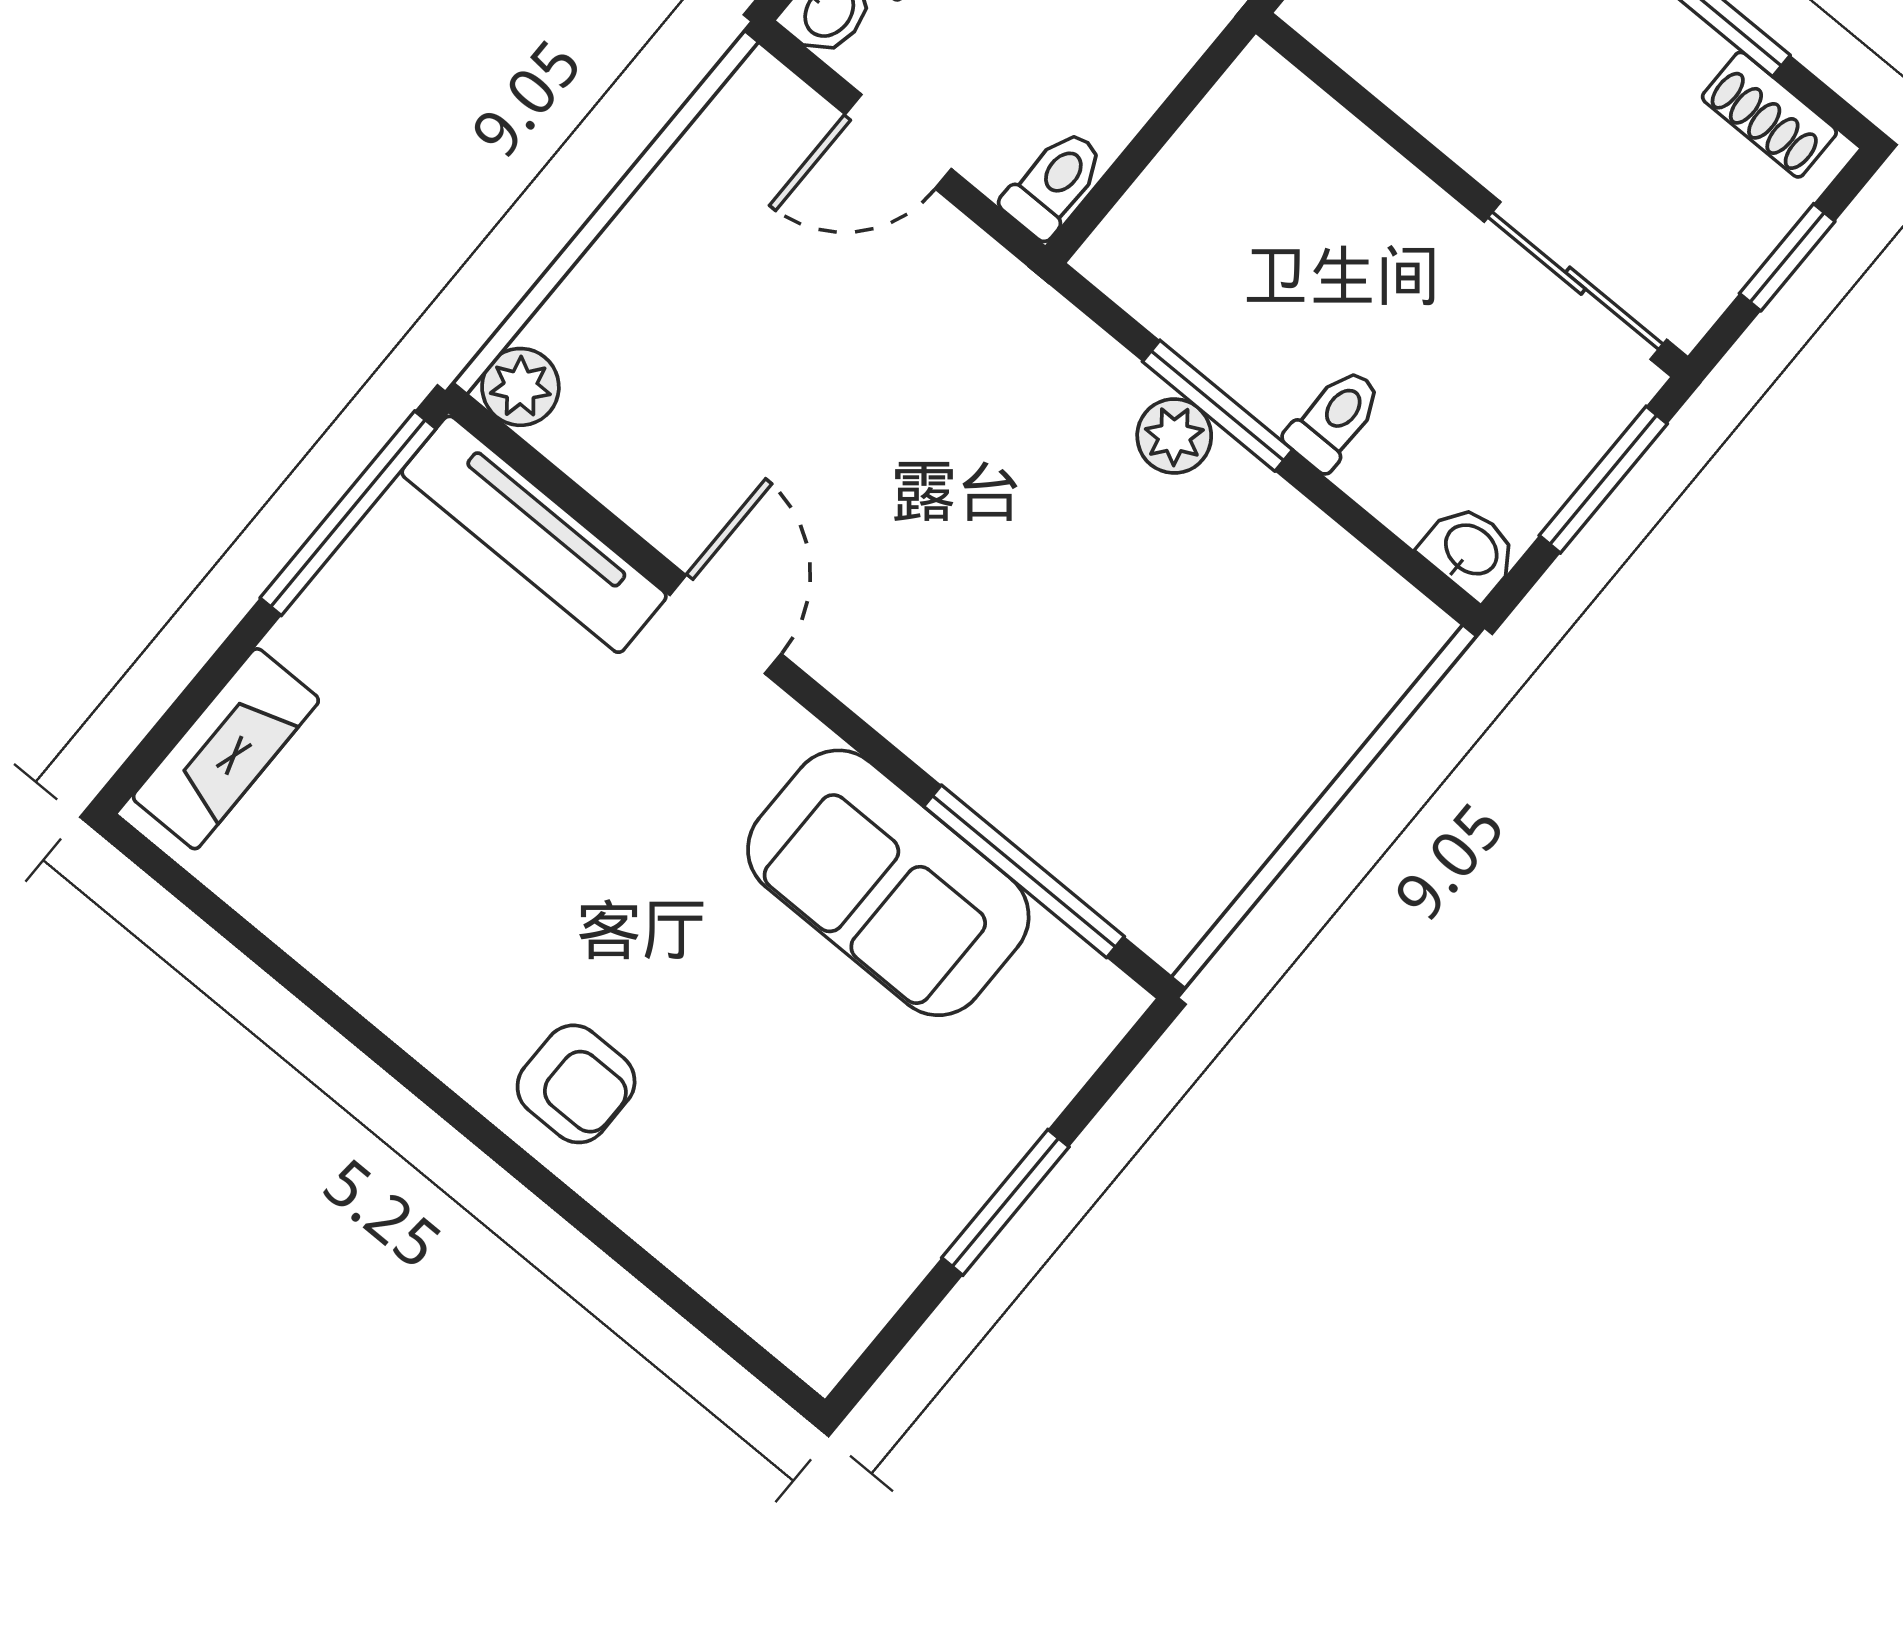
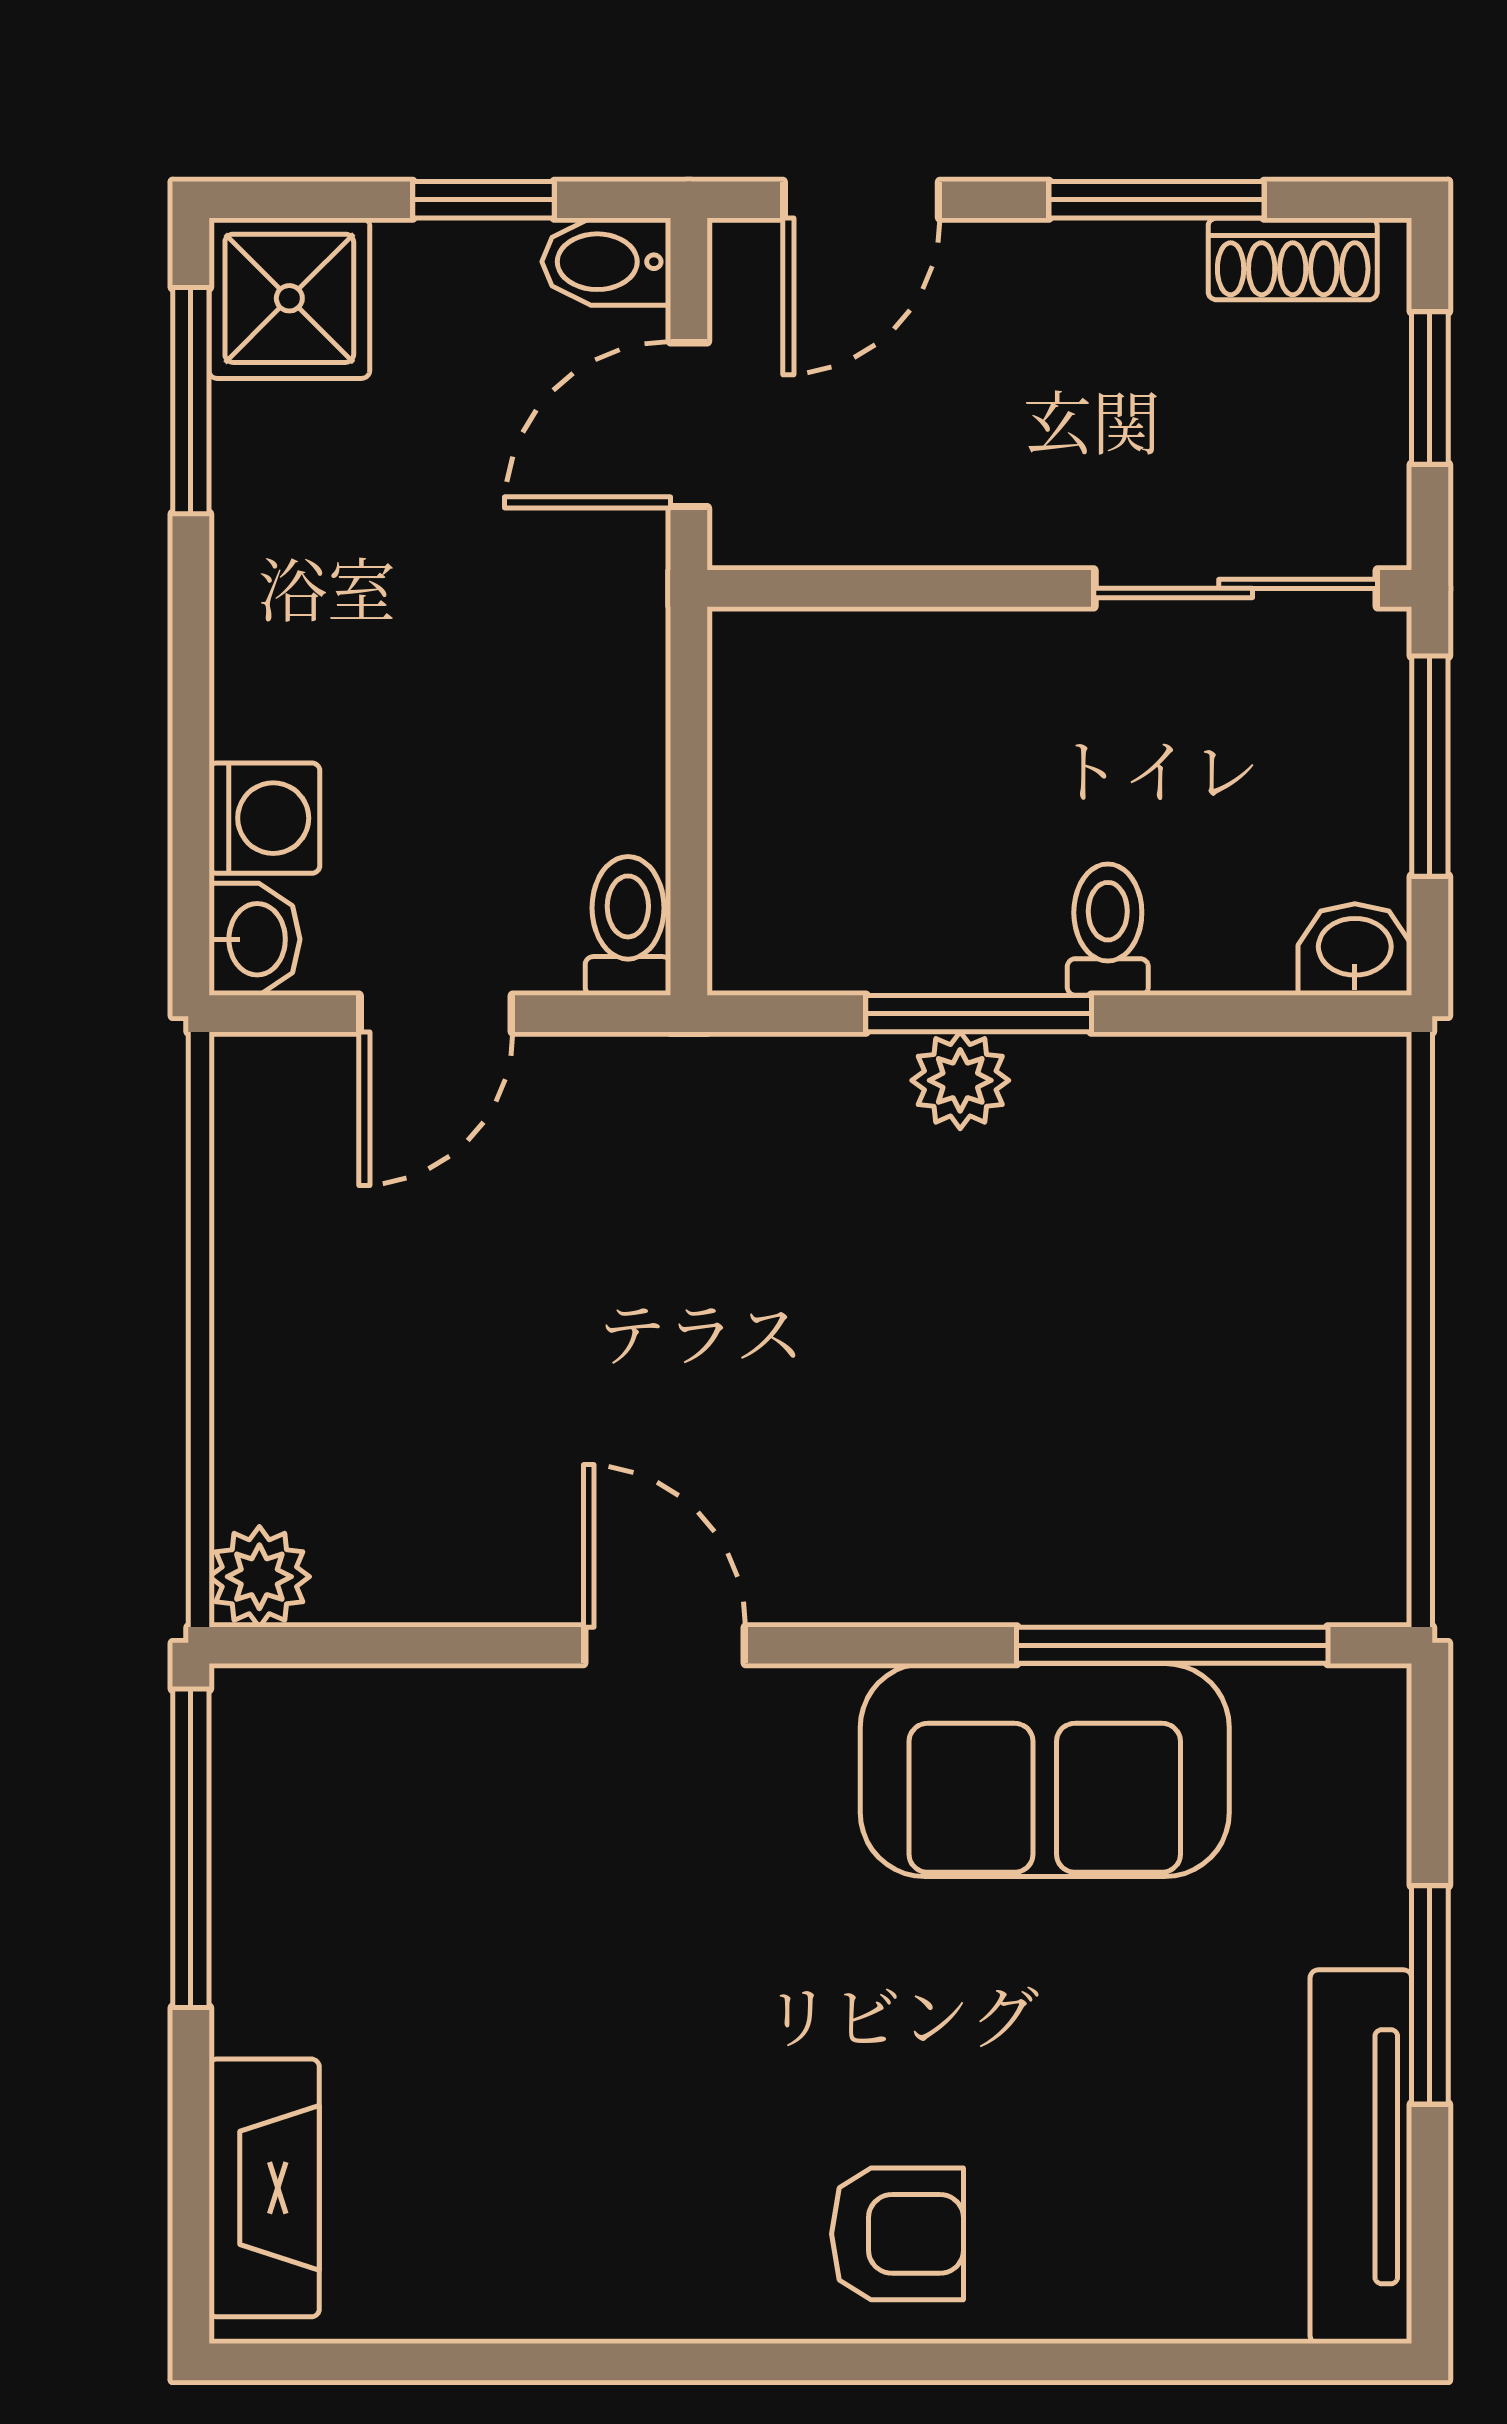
tv unit: (534, 534) -> (1361, 2157), moved, turned 90

